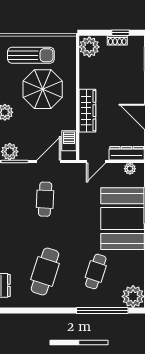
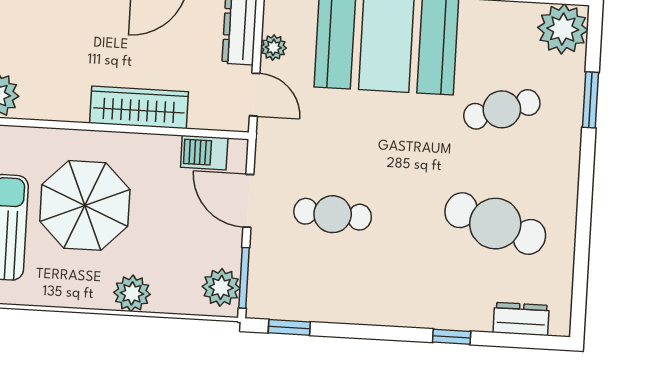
plant: (130, 169) -> (273, 47), moved
cafe table: (96, 272) -> (502, 109), turned -36
window: (102, 311) -> (591, 100), width x0.47

